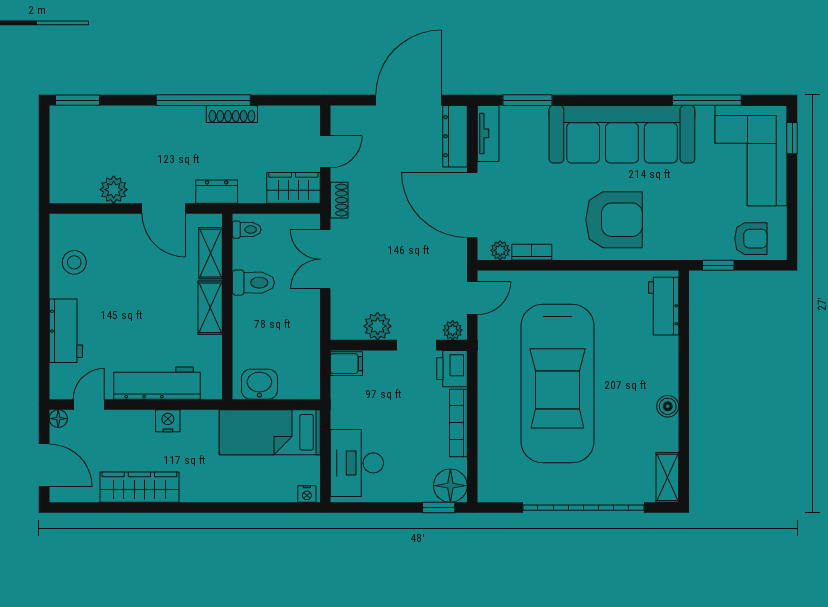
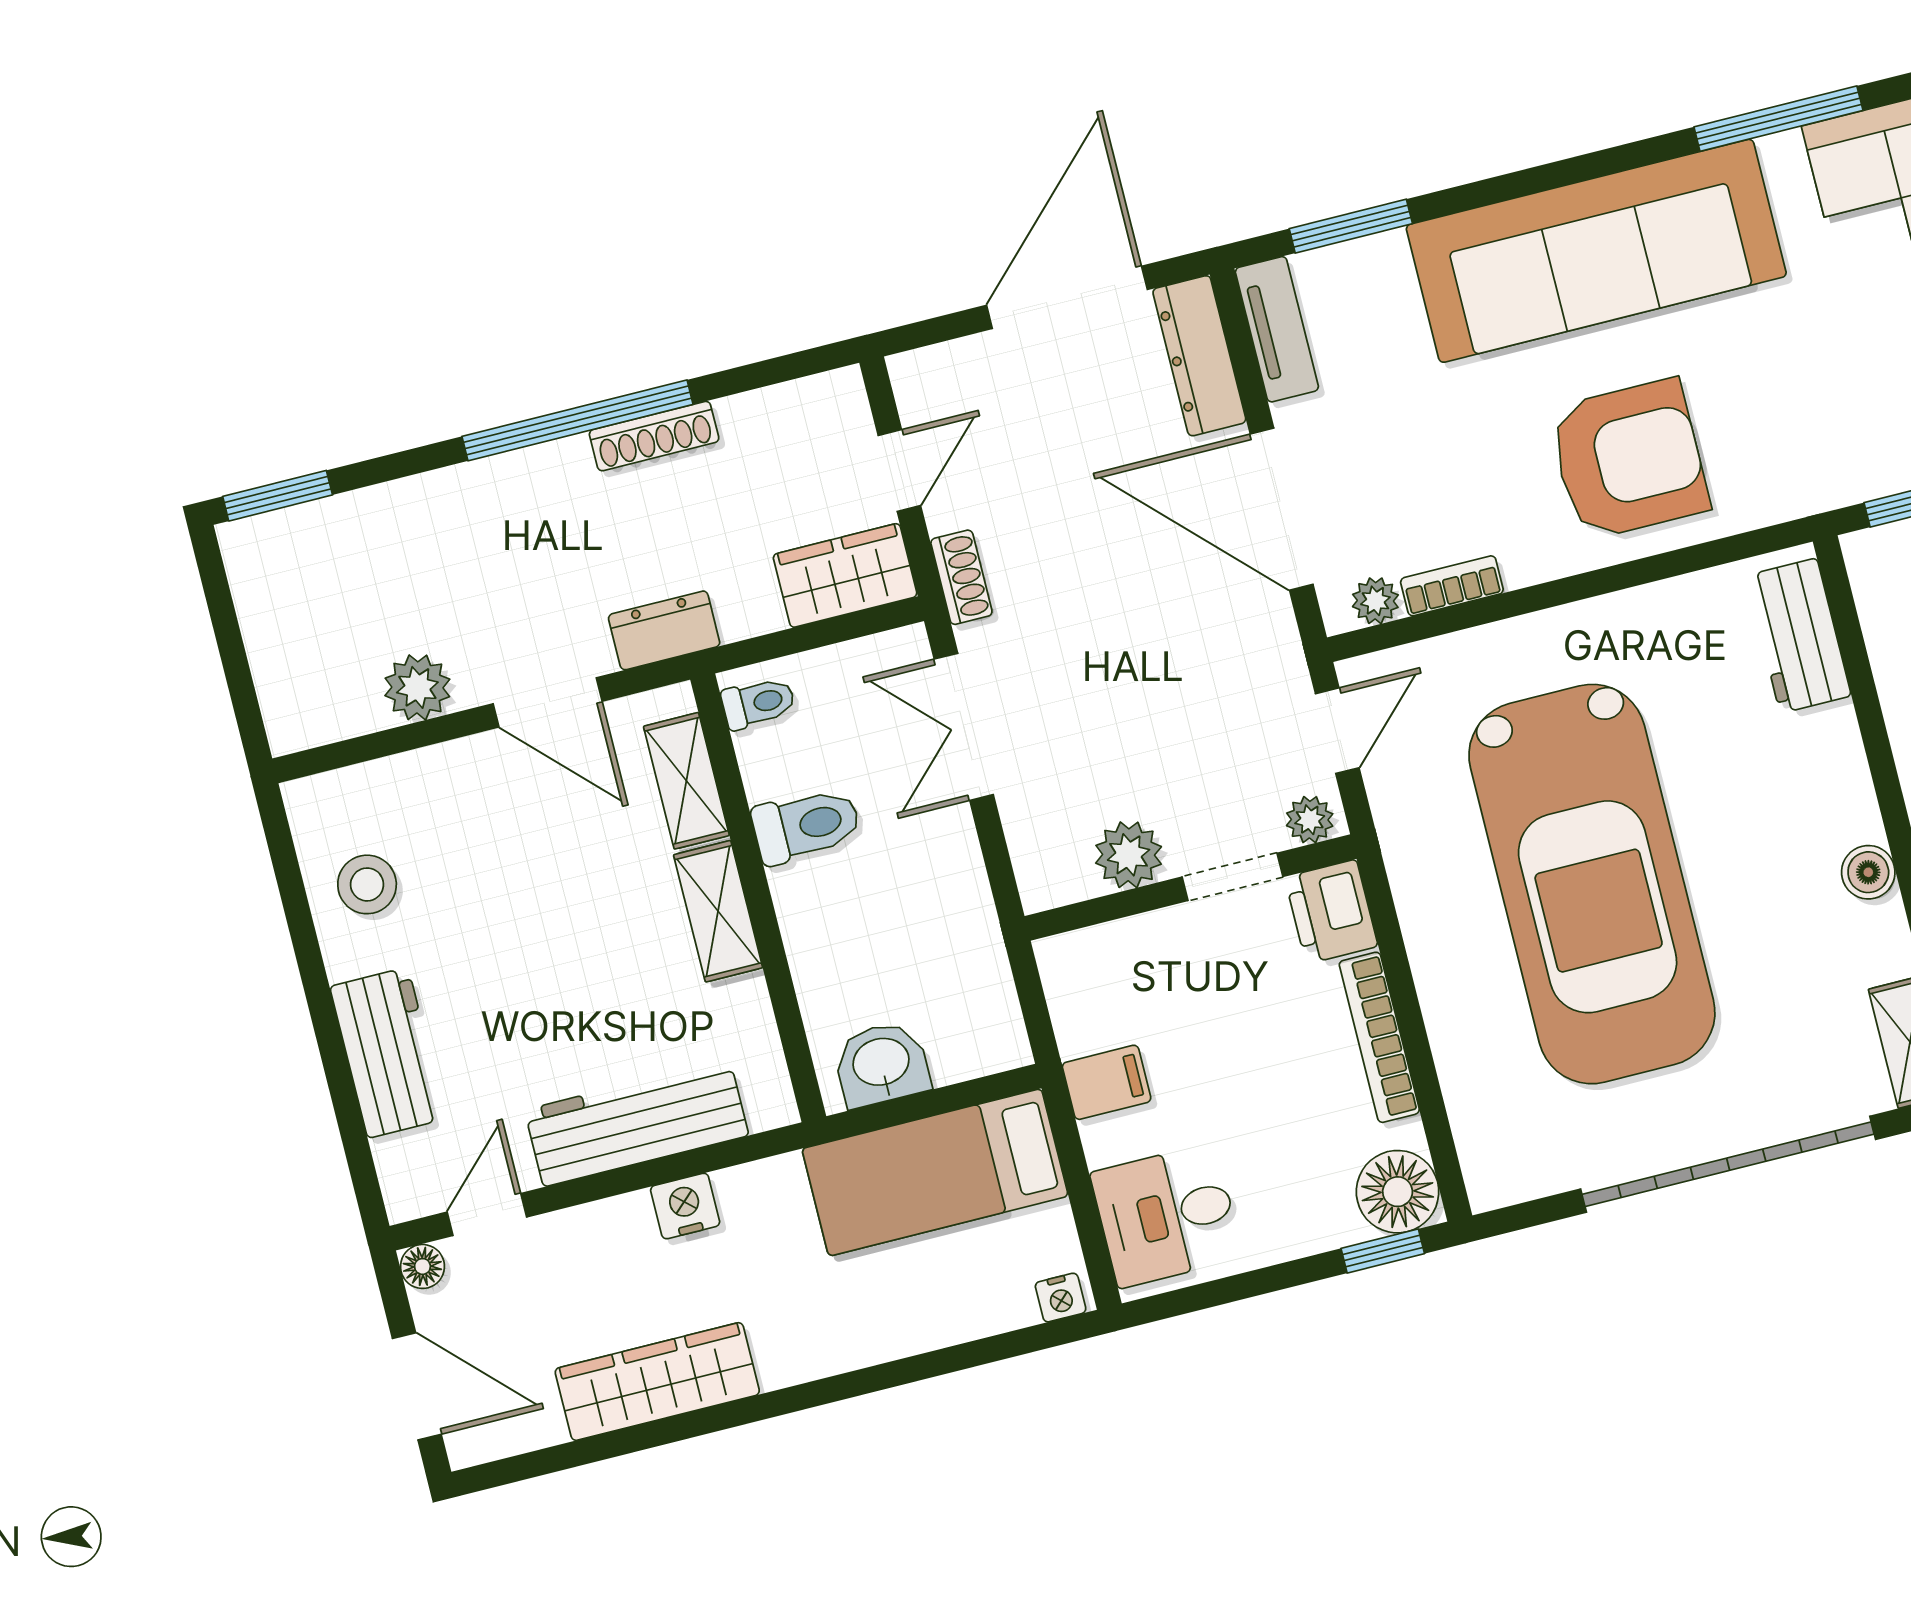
filing cabinet: (346, 364) -> (1107, 1082), moved
desk: (357, 463) -> (1167, 1215), width x0.73

